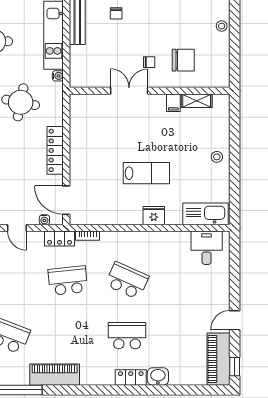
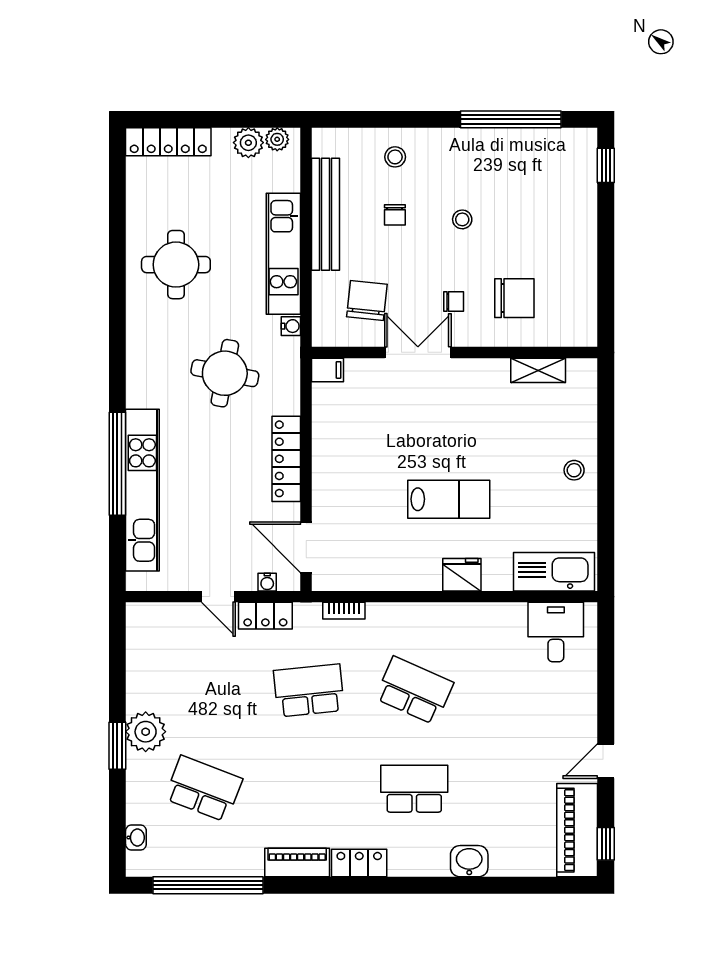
stool: (222, 26) -> (462, 219), moved
chair: (100, 61) -> (367, 300), added
filing cabinet: (173, 103) -> (327, 370), moved, turned -90
locker: (59, 239) -> (265, 616), moved
piano: (55, 375) -> (297, 862), width x0.73, depth x0.75
locker: (131, 377) -> (359, 863), moved

